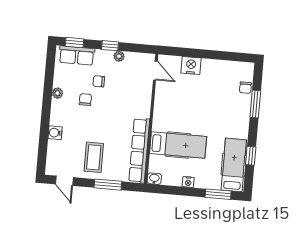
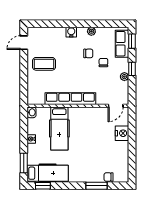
water cooler: (55, 133) -> (71, 32), moved
row of seats: (139, 150) -> (70, 99), moved
window: (251, 156) -> (43, 186), moved
window: (108, 185) -> (24, 77), removed

